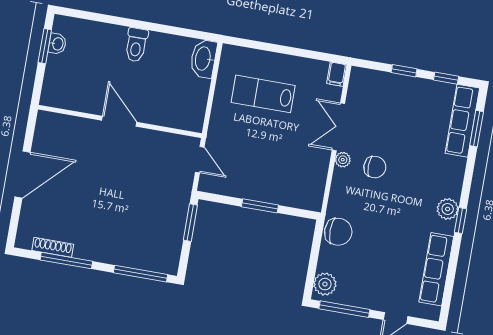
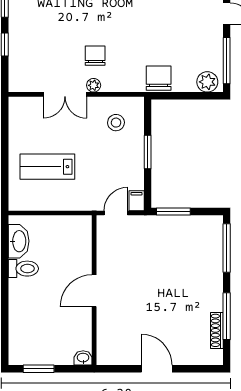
washbasin: (57, 44) -> (83, 358), moved
toilet: (136, 45) -> (23, 269), moved
washbasin: (203, 59) -> (19, 241), moved, turned -90
filing cabinet: (337, 74) -> (137, 201), moved, turned -90
lab bench: (263, 94) -> (47, 167), turned 90
door: (22, 175) -> (157, 369), width x0.73
stool: (298, 177) -> (116, 123), added

